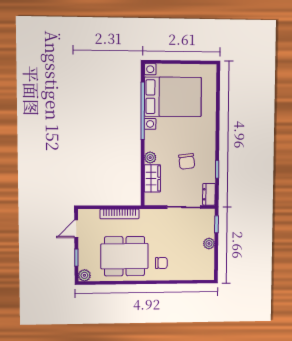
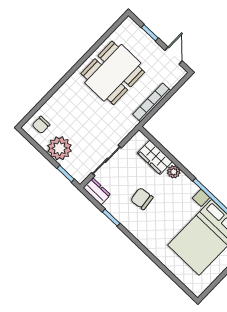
plant: (209, 243) -> (60, 148), width x1.87, depth x1.87
chair: (161, 263) -> (41, 125), moved
plant: (84, 275) -> (129, 25), removed

